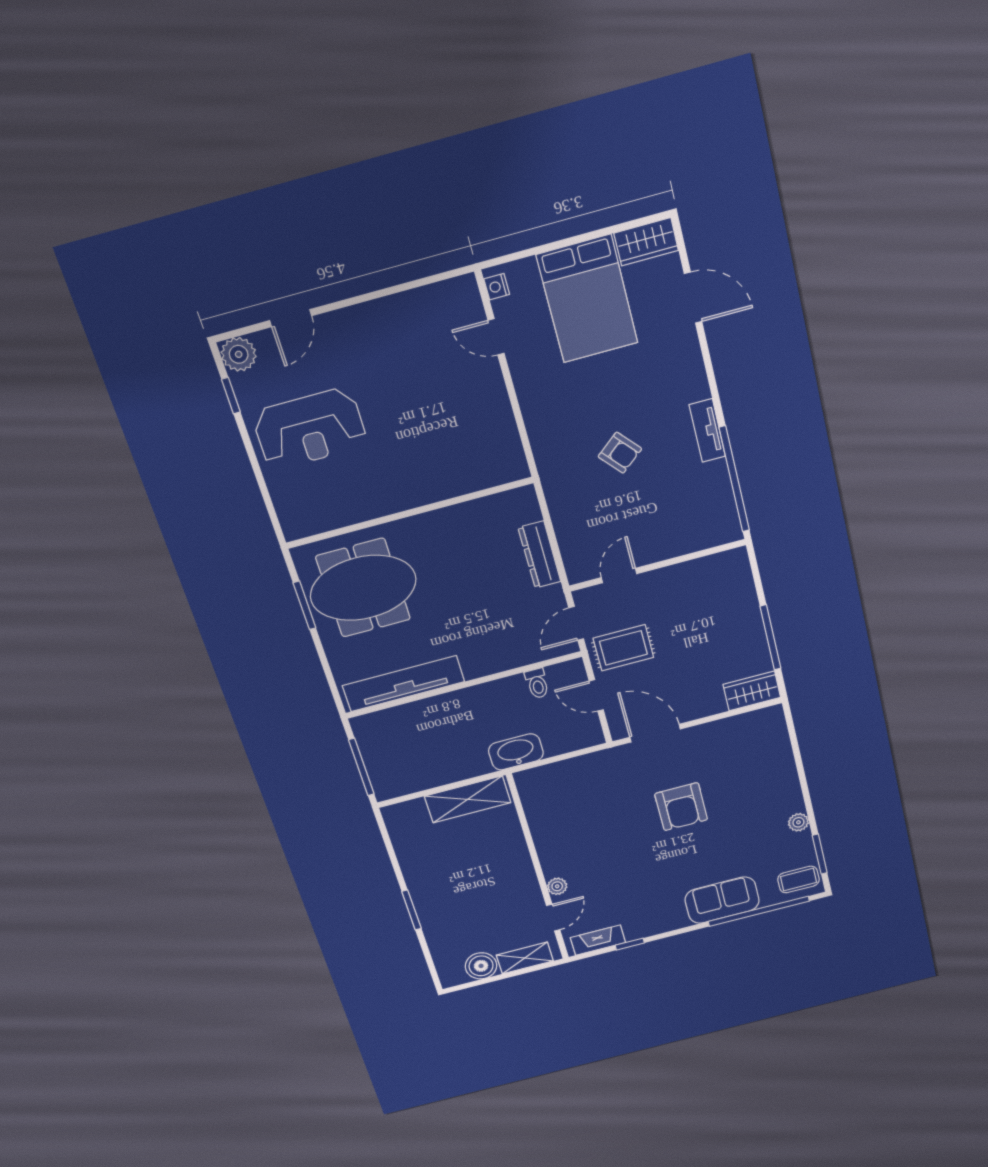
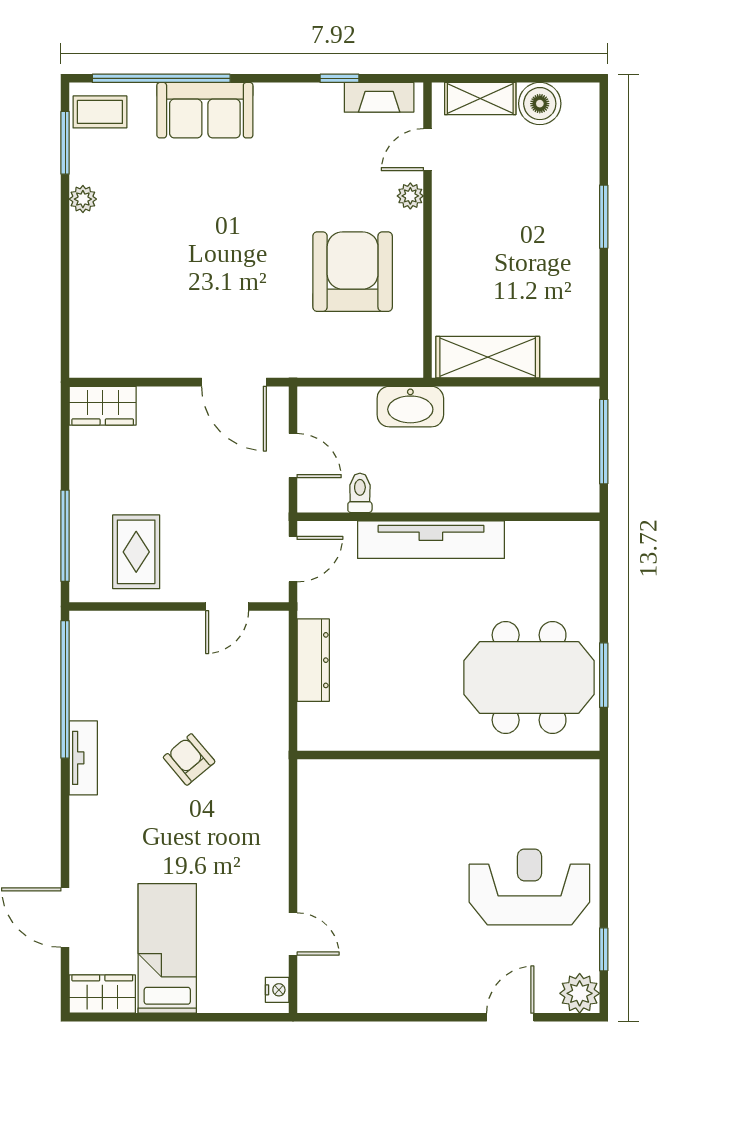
bed: (587, 299) -> (167, 948), width x0.67
window: (770, 637) -> (65, 536), moved
rug: (623, 648) -> (136, 552), moved, turned 90
tv unit: (403, 684) -> (431, 540), moved
armchair: (681, 807) -> (353, 272), moved, width x1.36, depth x1.36

